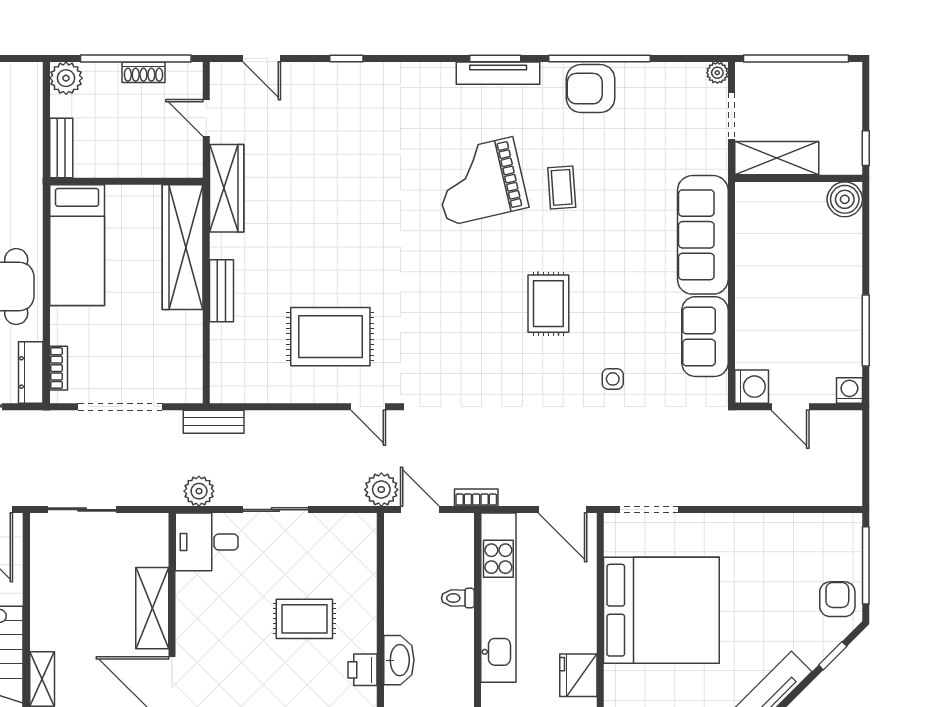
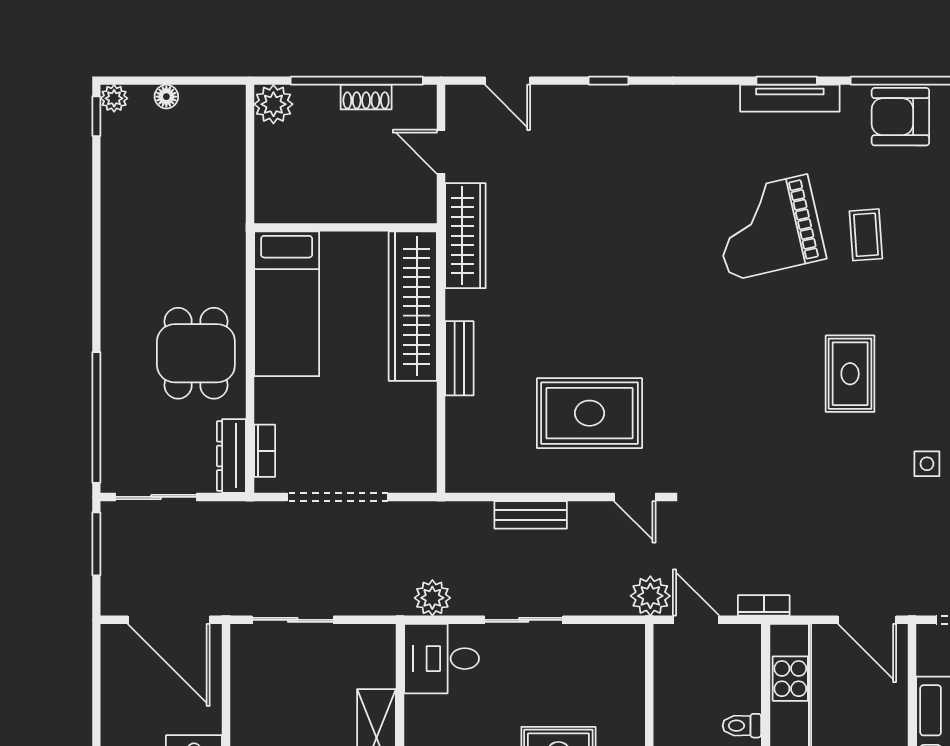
bench: (61, 148) -> (268, 188), removed
bench: (214, 422) -> (531, 515), moved

